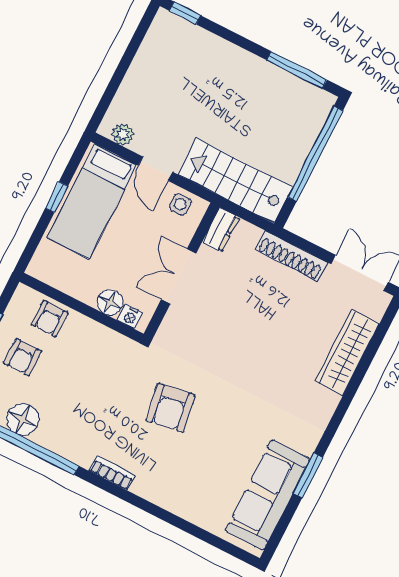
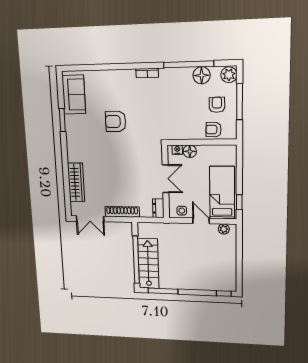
stairs: (235, 181) -> (148, 263), moved, turned -90
window: (57, 197) -> (239, 202), moved
armchair: (50, 319) -> (214, 130), turned -88
armchair: (171, 408) -> (116, 121), moved, turned -81
sofa: (268, 495) -> (74, 95), width x0.73

